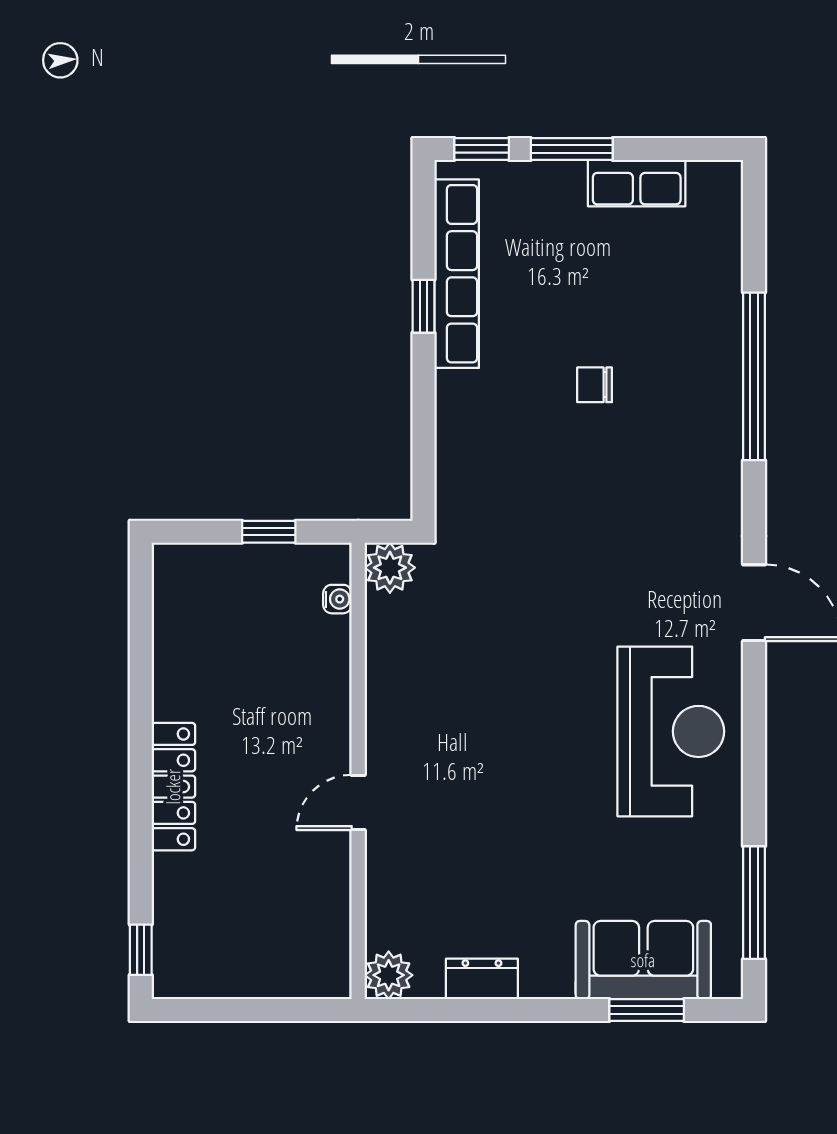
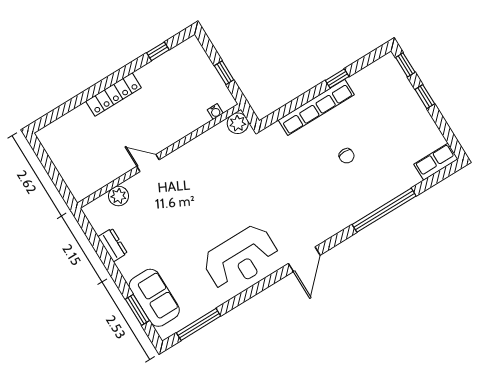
window: (572, 149) -> (425, 97), width x0.67
row of seats: (637, 183) -> (436, 162), moved, turned 90
row of seats: (457, 274) -> (316, 107), moved
chair: (595, 385) -> (347, 156), turned 180
window: (141, 950) -> (158, 51), moved
plant: (389, 975) -> (118, 196), moved

